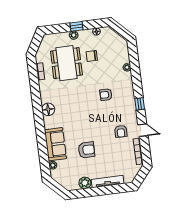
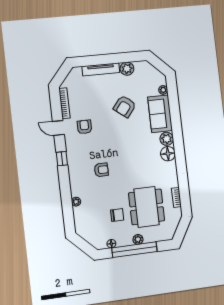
window: (77, 26) -> (134, 250), width x3.17
plant: (49, 122) -> (167, 139), added
armchair: (86, 150) -> (125, 106), turned -52

